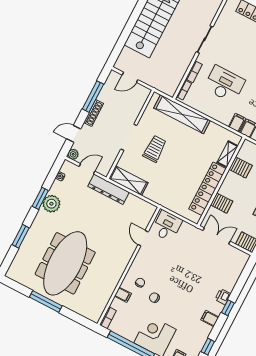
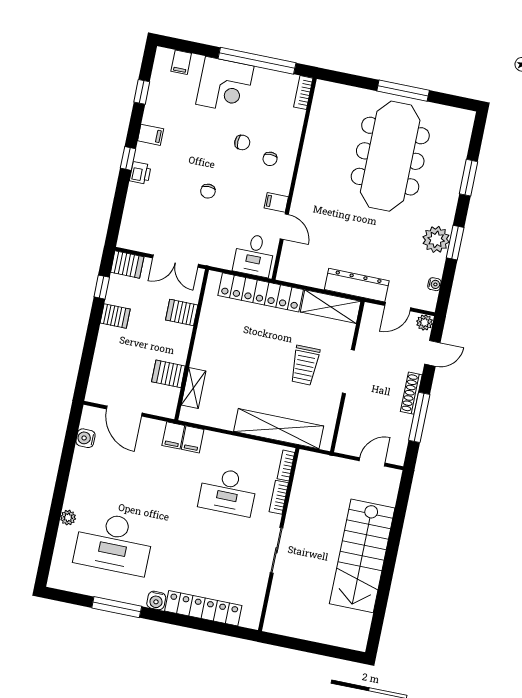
locker: (207, 189) -> (261, 292), moved, turned 90
chair: (184, 274) -> (208, 191), added
filing cabinet: (123, 295) -> (276, 202), moved

